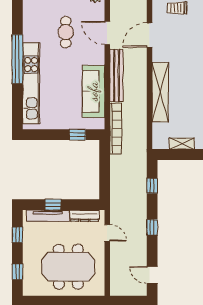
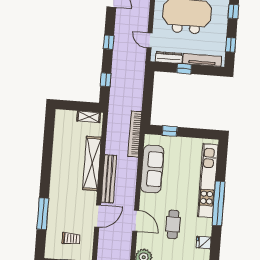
fridge: (31, 15) -> (204, 243), added
bench: (116, 75) -> (109, 179), moved
shelving: (182, 144) -> (89, 117), moved
window: (53, 205) -> (184, 69), moved

